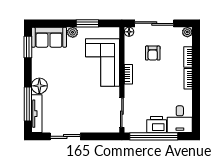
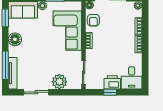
armchair: (153, 53) -> (93, 20), moved
floor lamp: (39, 86) -> (15, 39), moved
plant: (93, 124) -> (59, 82), added
window: (154, 136) -> (110, 92), width x0.32

